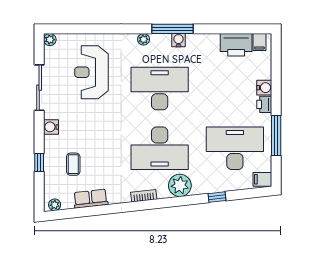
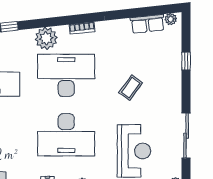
water cooler: (51, 127) -> (174, 97), removed
coffee table: (73, 164) -> (131, 88), moved, turned 36
row of seats: (91, 199) -> (147, 24), moved

